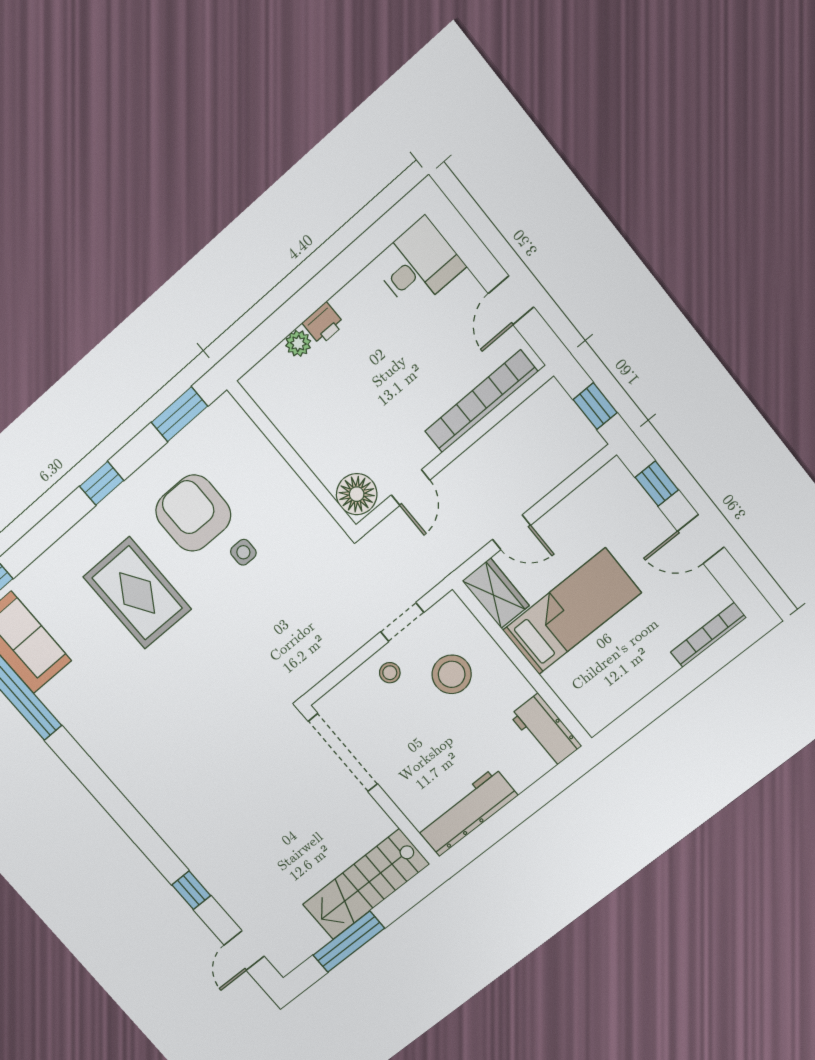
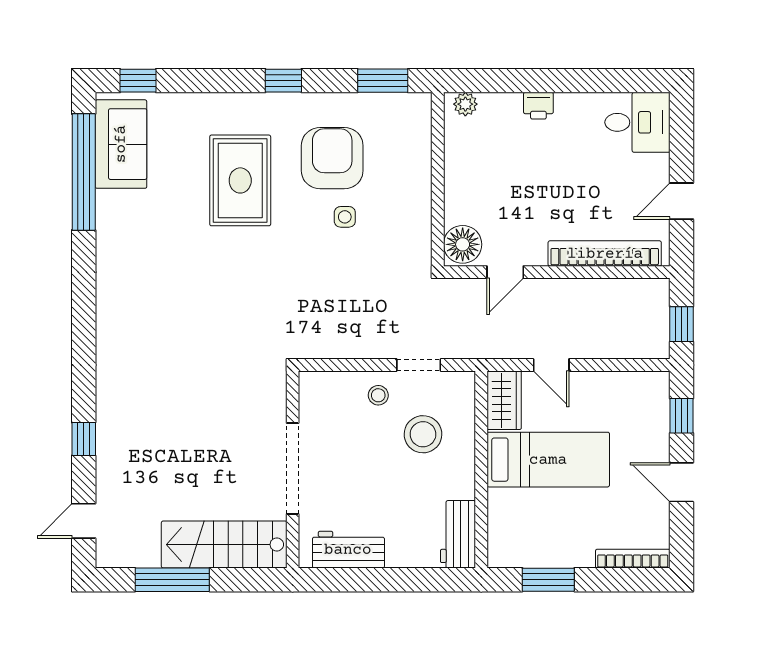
plant: (298, 343) -> (465, 104), moved
window: (650, 708) -> (548, 580), added
doorway: (343, 753) -> (293, 468), moved
workbench: (467, 812) -> (348, 550), width x0.73

